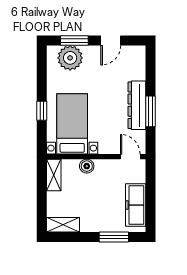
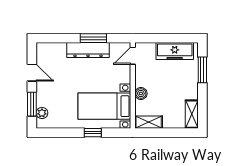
plant: (70, 58) -> (42, 113), width x0.53, depth x0.53

